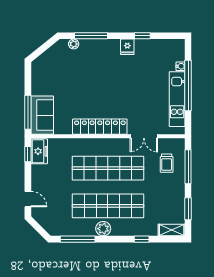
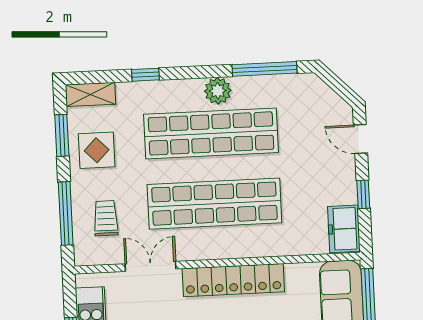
window: (28, 154) -> (363, 194), moved
display table: (170, 200) -> (97, 150), added

